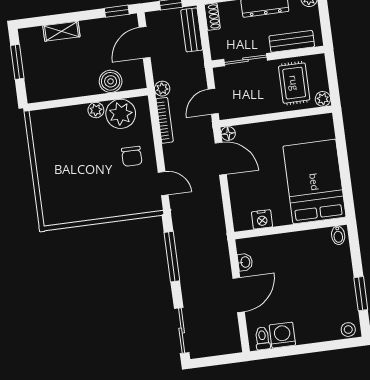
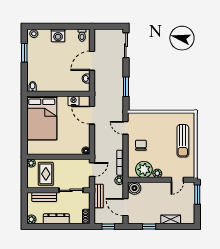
window: (117, 11) -> (149, 226), moved
bench: (192, 30) -> (99, 196), moved
door: (145, 42) -> (125, 207), swing flipped
window: (17, 62) -> (197, 195), moved
boiler: (111, 81) -> (134, 188), moved
door: (59, 103) -> (177, 180), added
door: (221, 159) -> (92, 115), moved
sun lounger: (58, 174) -> (183, 141), added
window: (172, 257) -> (126, 87), width x0.69
washing machine: (282, 335) -> (58, 35), moved

